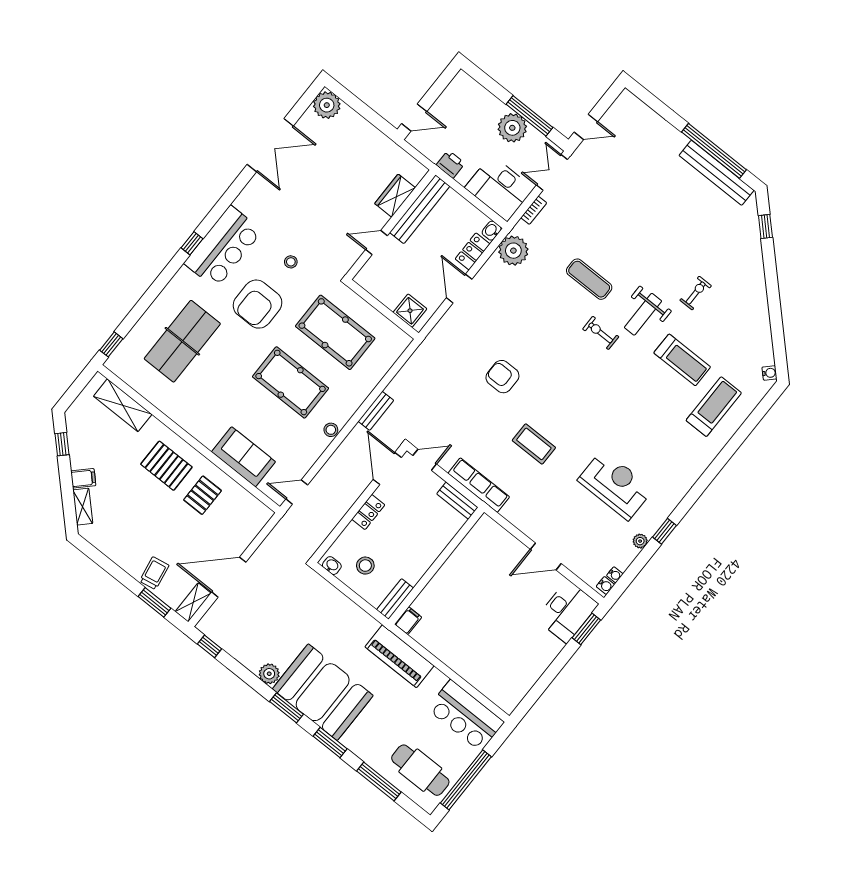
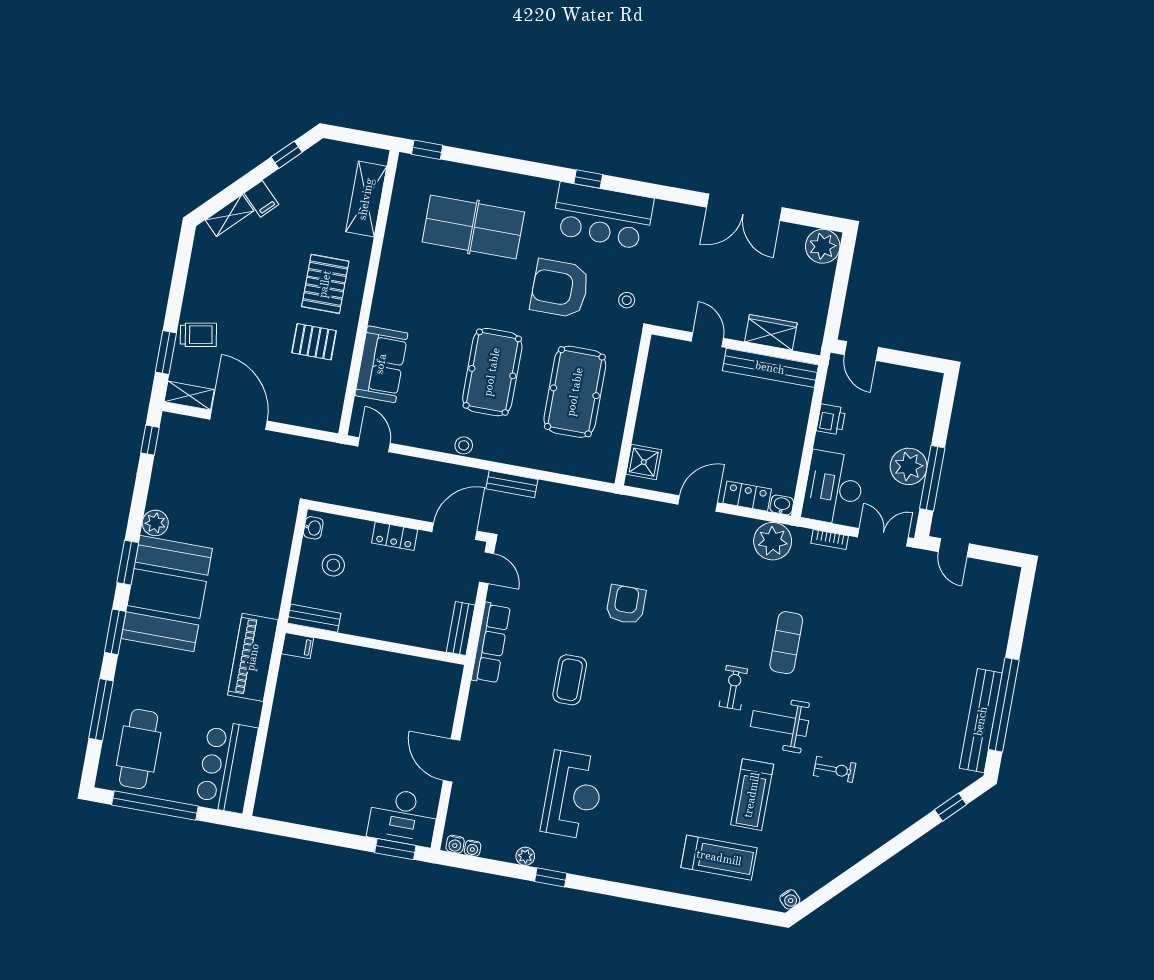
wardrobe: (395, 196) -> (771, 332), moved
bench: (420, 209) -> (770, 368), moved
wall: (391, 225) -> (736, 345), moved
door: (376, 243) -> (707, 340), moved

